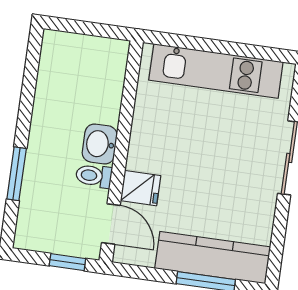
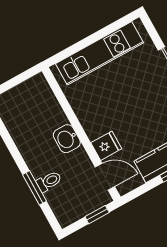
toilet: (94, 176) -> (49, 181), moved, turned 180

